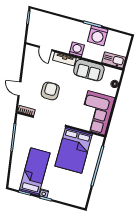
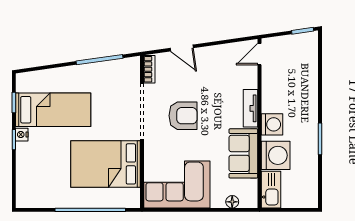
washing machine: (98, 36) -> (276, 155), moved, turned 180
door: (45, 48) -> (259, 54), moved
door: (19, 89) -> (182, 48), swing flipped
armchair: (50, 91) -> (183, 116), moved

